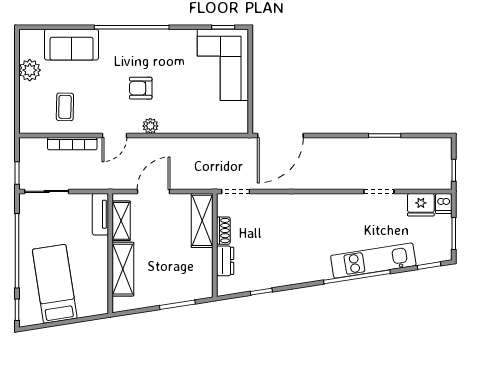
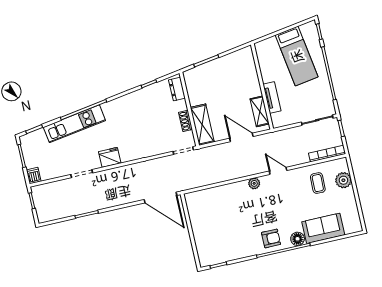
floor lamp: (109, 38) -> (298, 239), added
corner sofa: (223, 65) -> (213, 238), removed
plant: (30, 70) -> (343, 180), moved
armchair: (141, 88) -> (271, 238), moved
door: (115, 135) -> (278, 171), hinge flipped
door: (280, 135) -> (161, 198), swing flipped
bookcase: (72, 144) -> (327, 154), moved
door: (153, 191) -> (241, 137), swing flipped
fridge: (421, 205) -> (110, 157), moved
tv unit: (100, 214) -> (272, 98), moved
dresser: (225, 261) -> (177, 89), moved
shelving: (123, 269) -> (251, 77), removed

